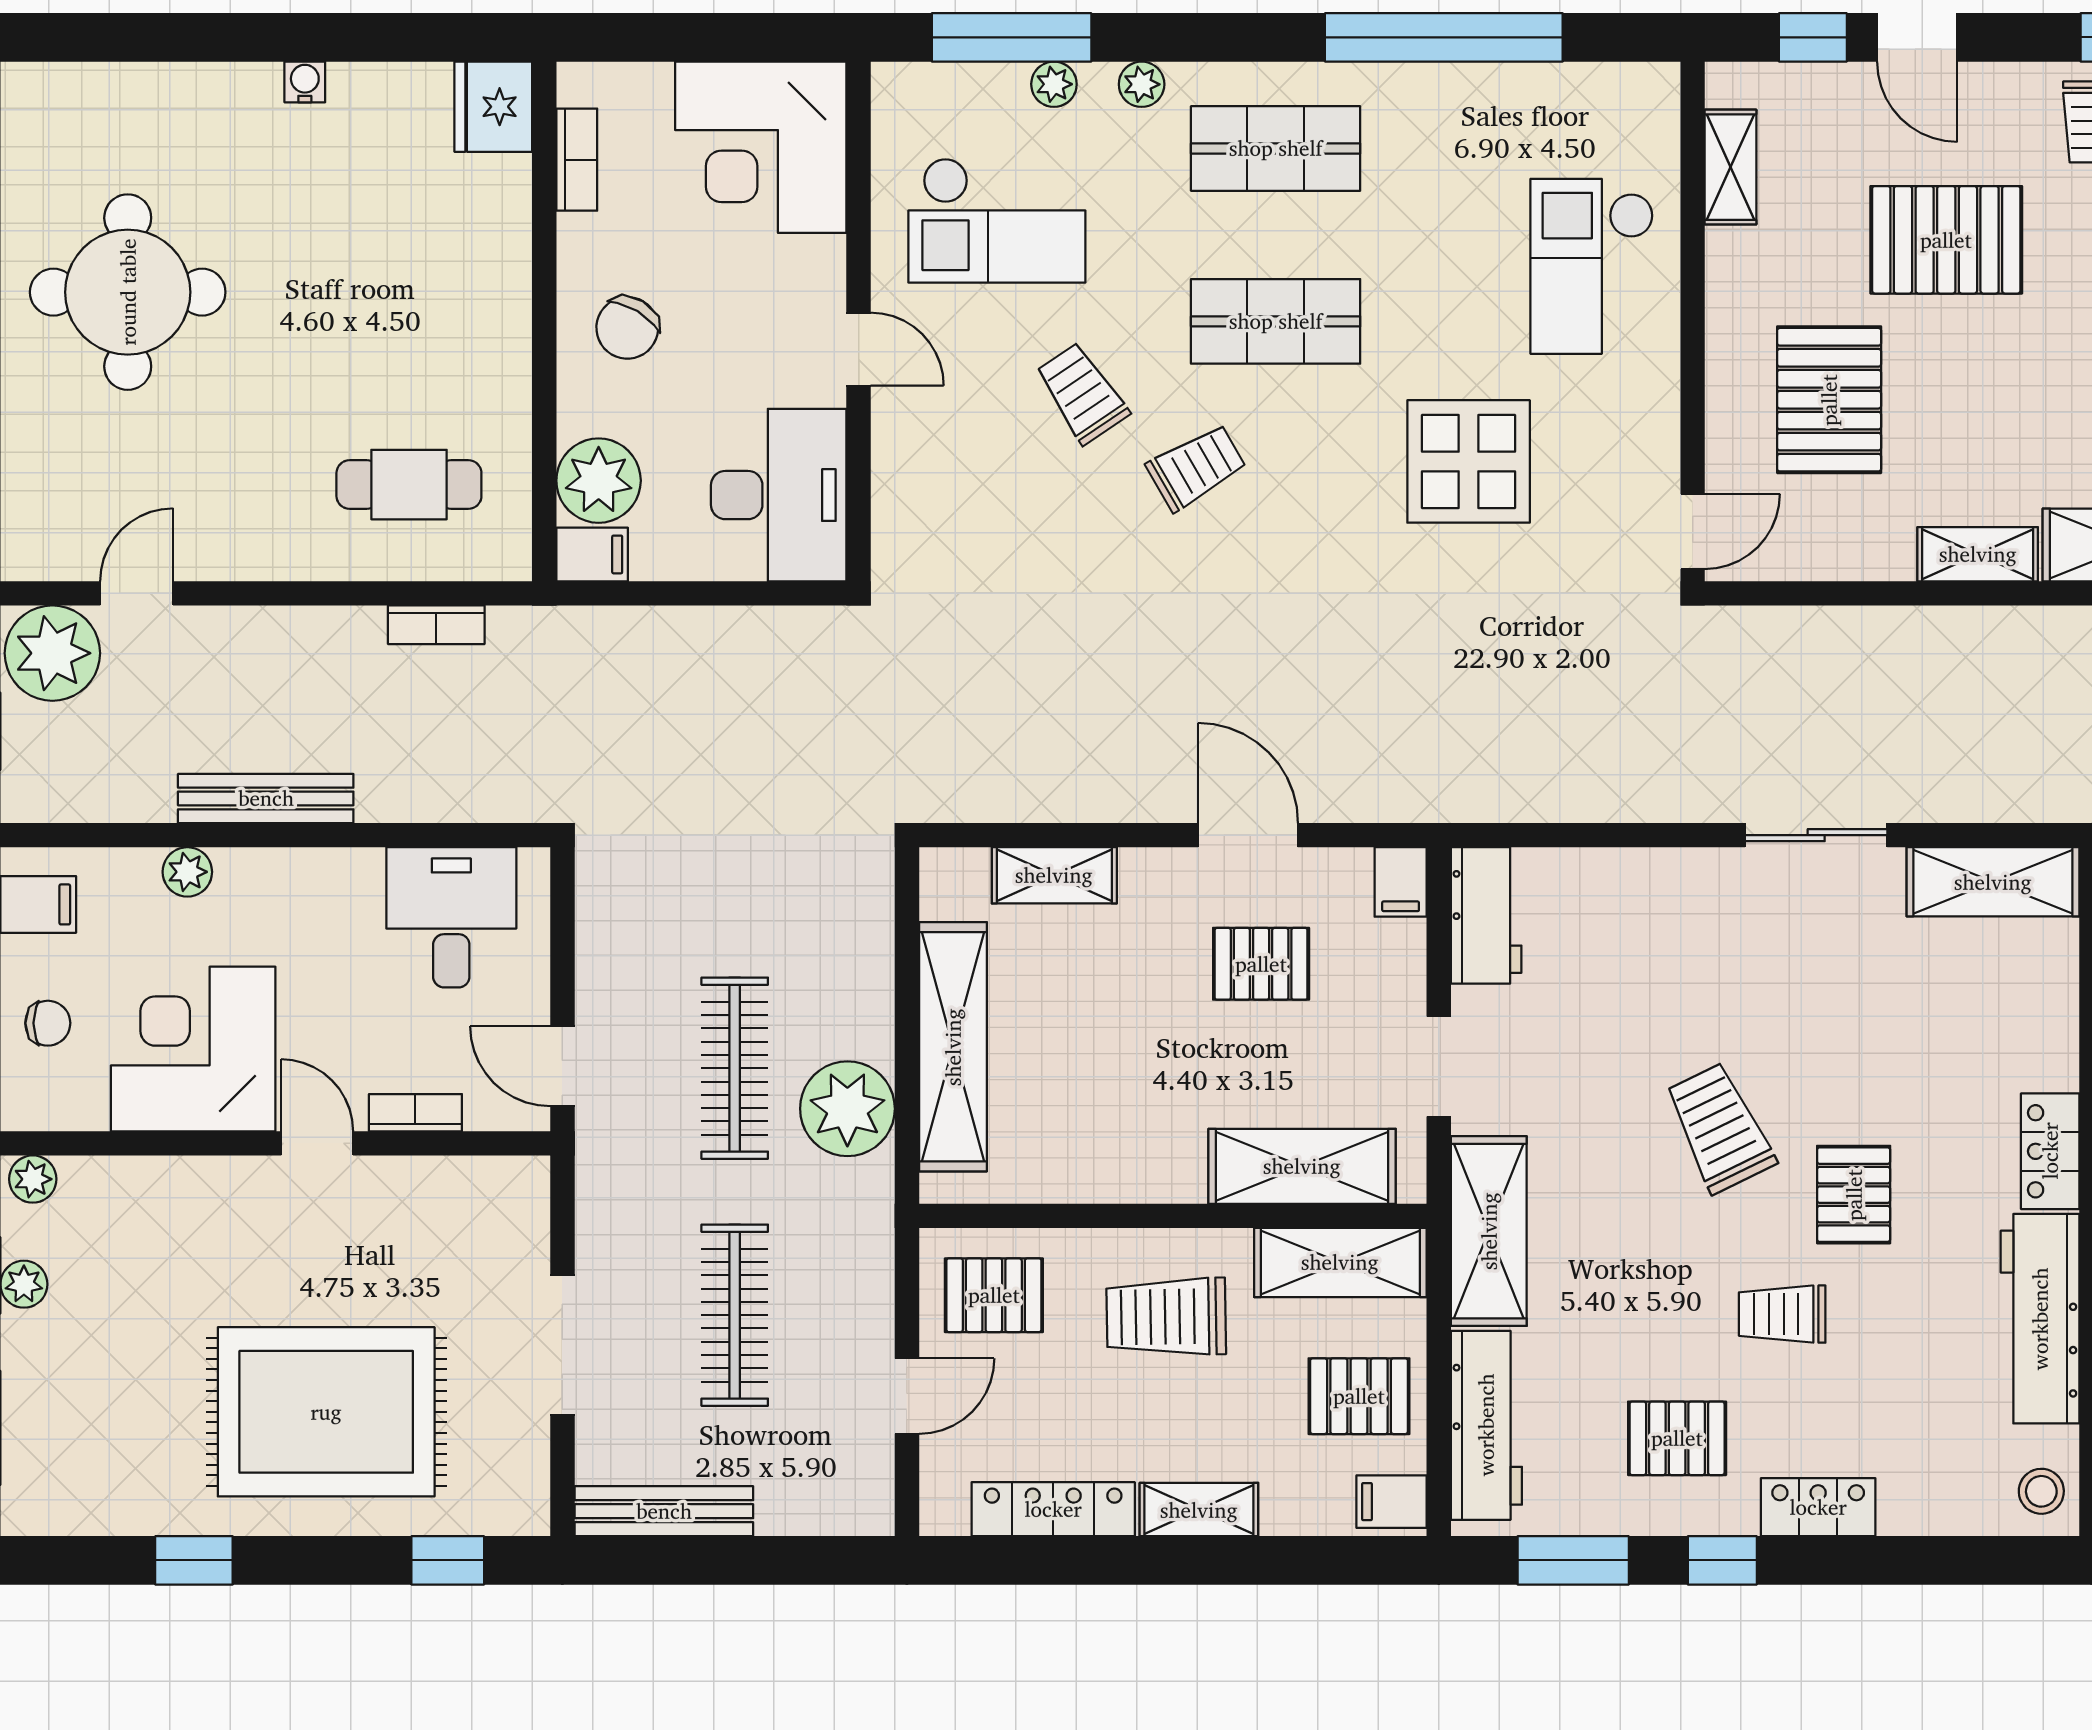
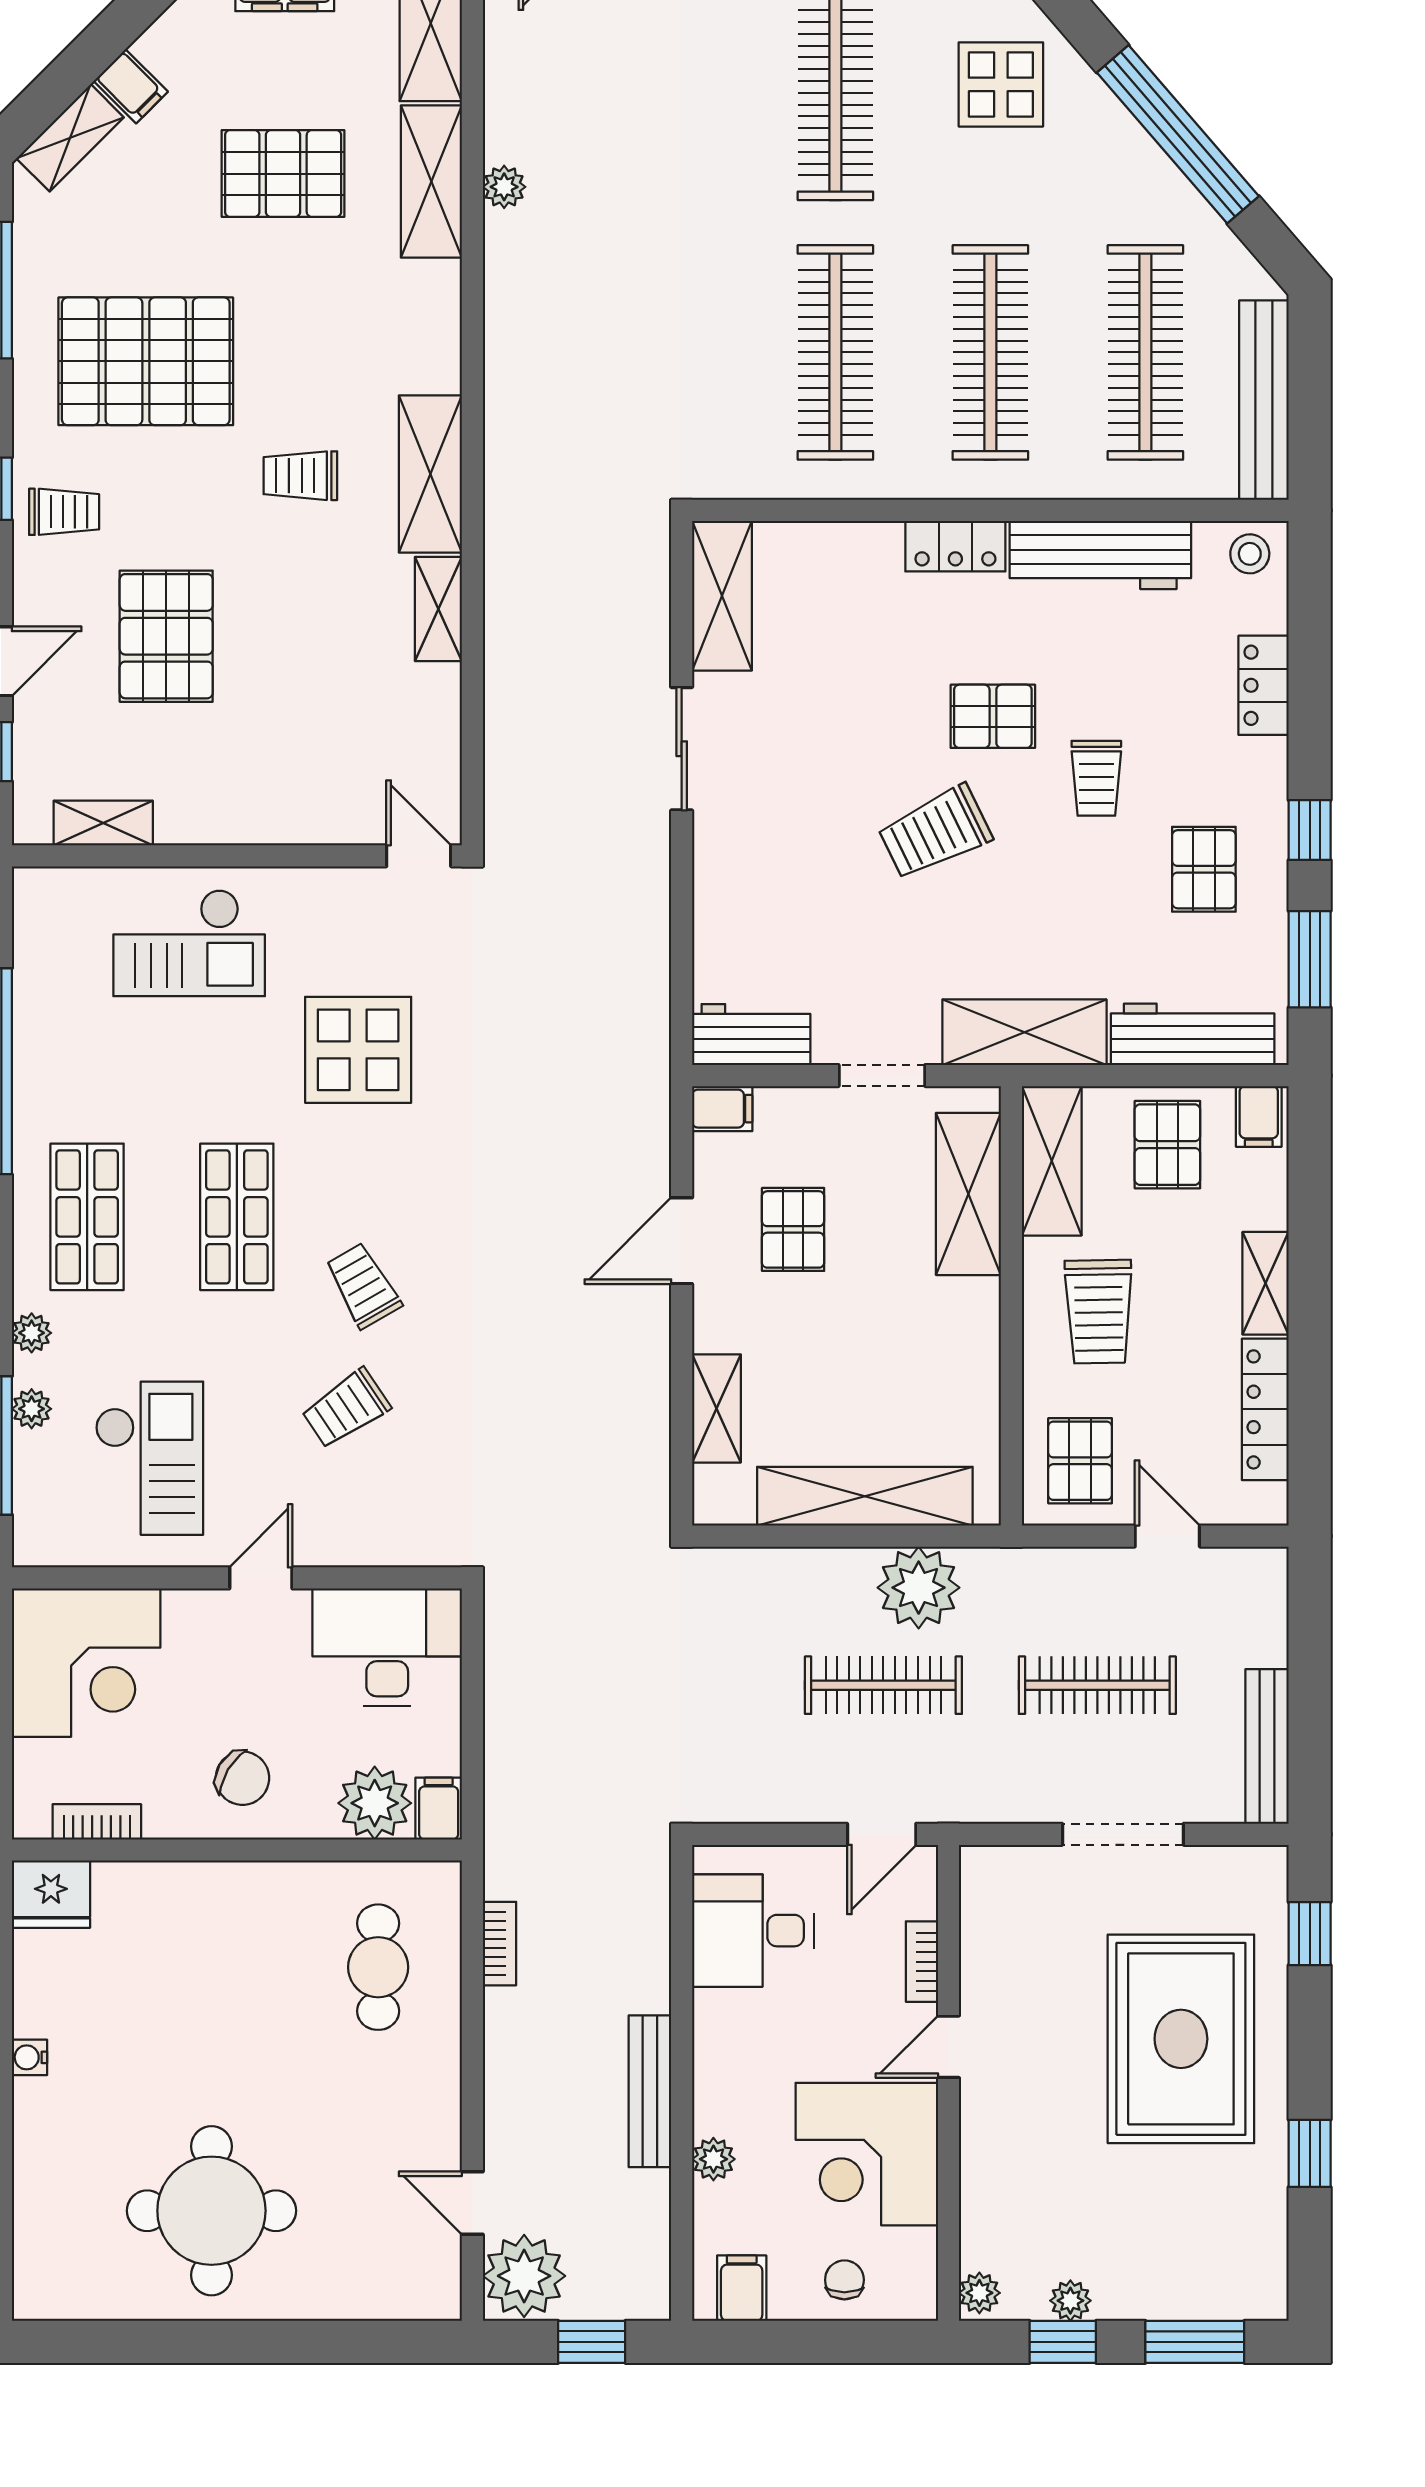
trolley: (1082, 393) -> (346, 1408), moved
pallet: (1829, 400) -> (305, 738), removed
locker: (1818, 1507) -> (1264, 685), moved

